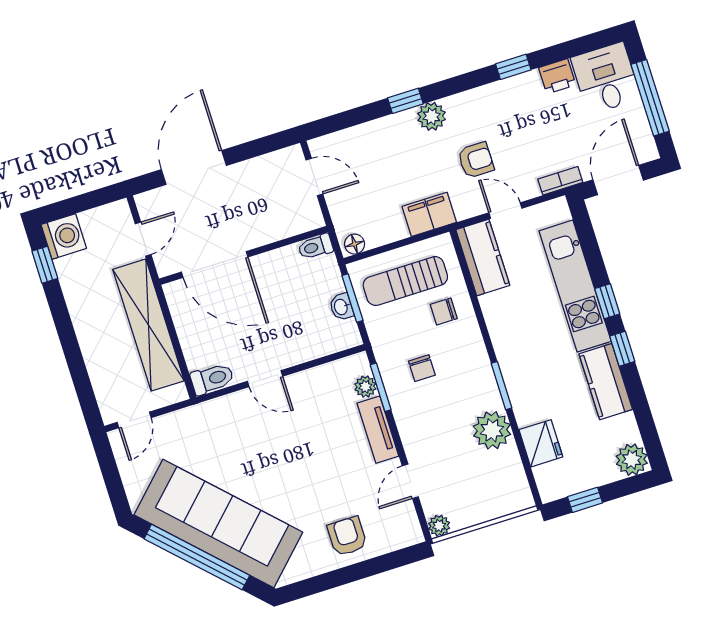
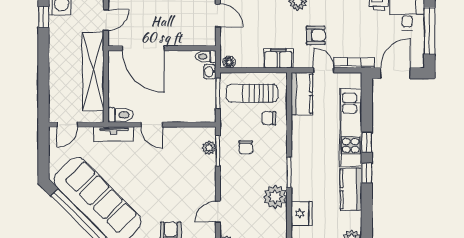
bookcase: (560, 181) -> (354, 63), width x1.56
washbasin: (341, 307) -> (210, 72), moved
tv unit: (378, 430) -> (114, 134), moved, turned -90

